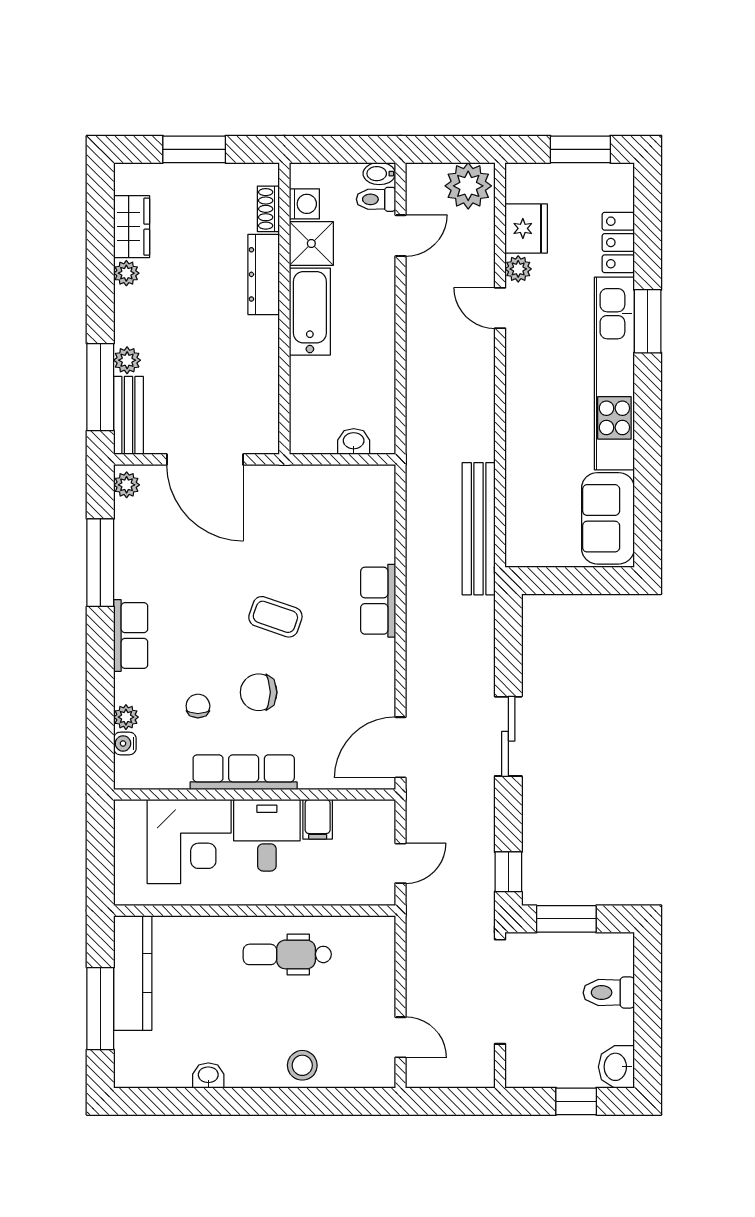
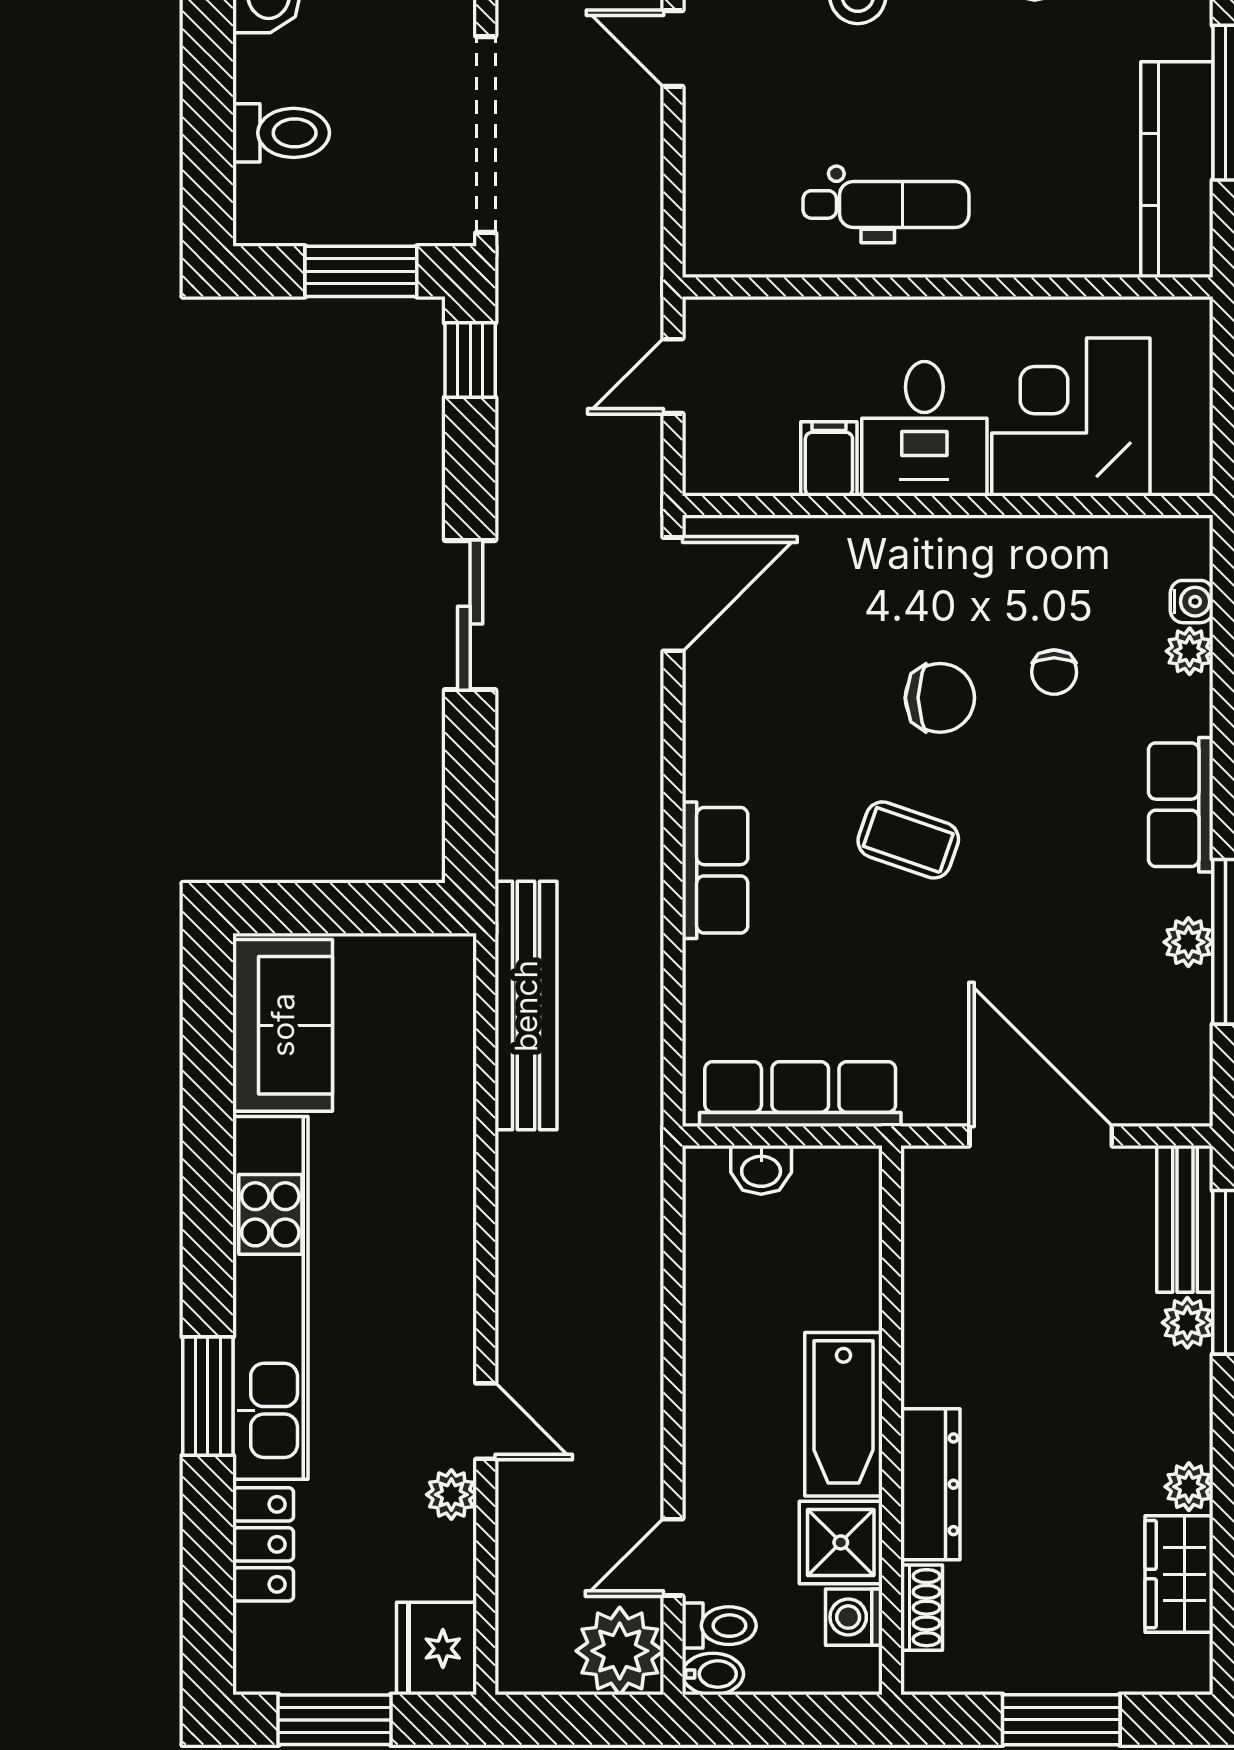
plant: (468, 186) -> (620, 1651), moved
fridge: (526, 228) -> (436, 1649), moved
plant: (127, 485) -> (1188, 942), moved
row of seats: (244, 772) -> (800, 1094), moved, turned 180

